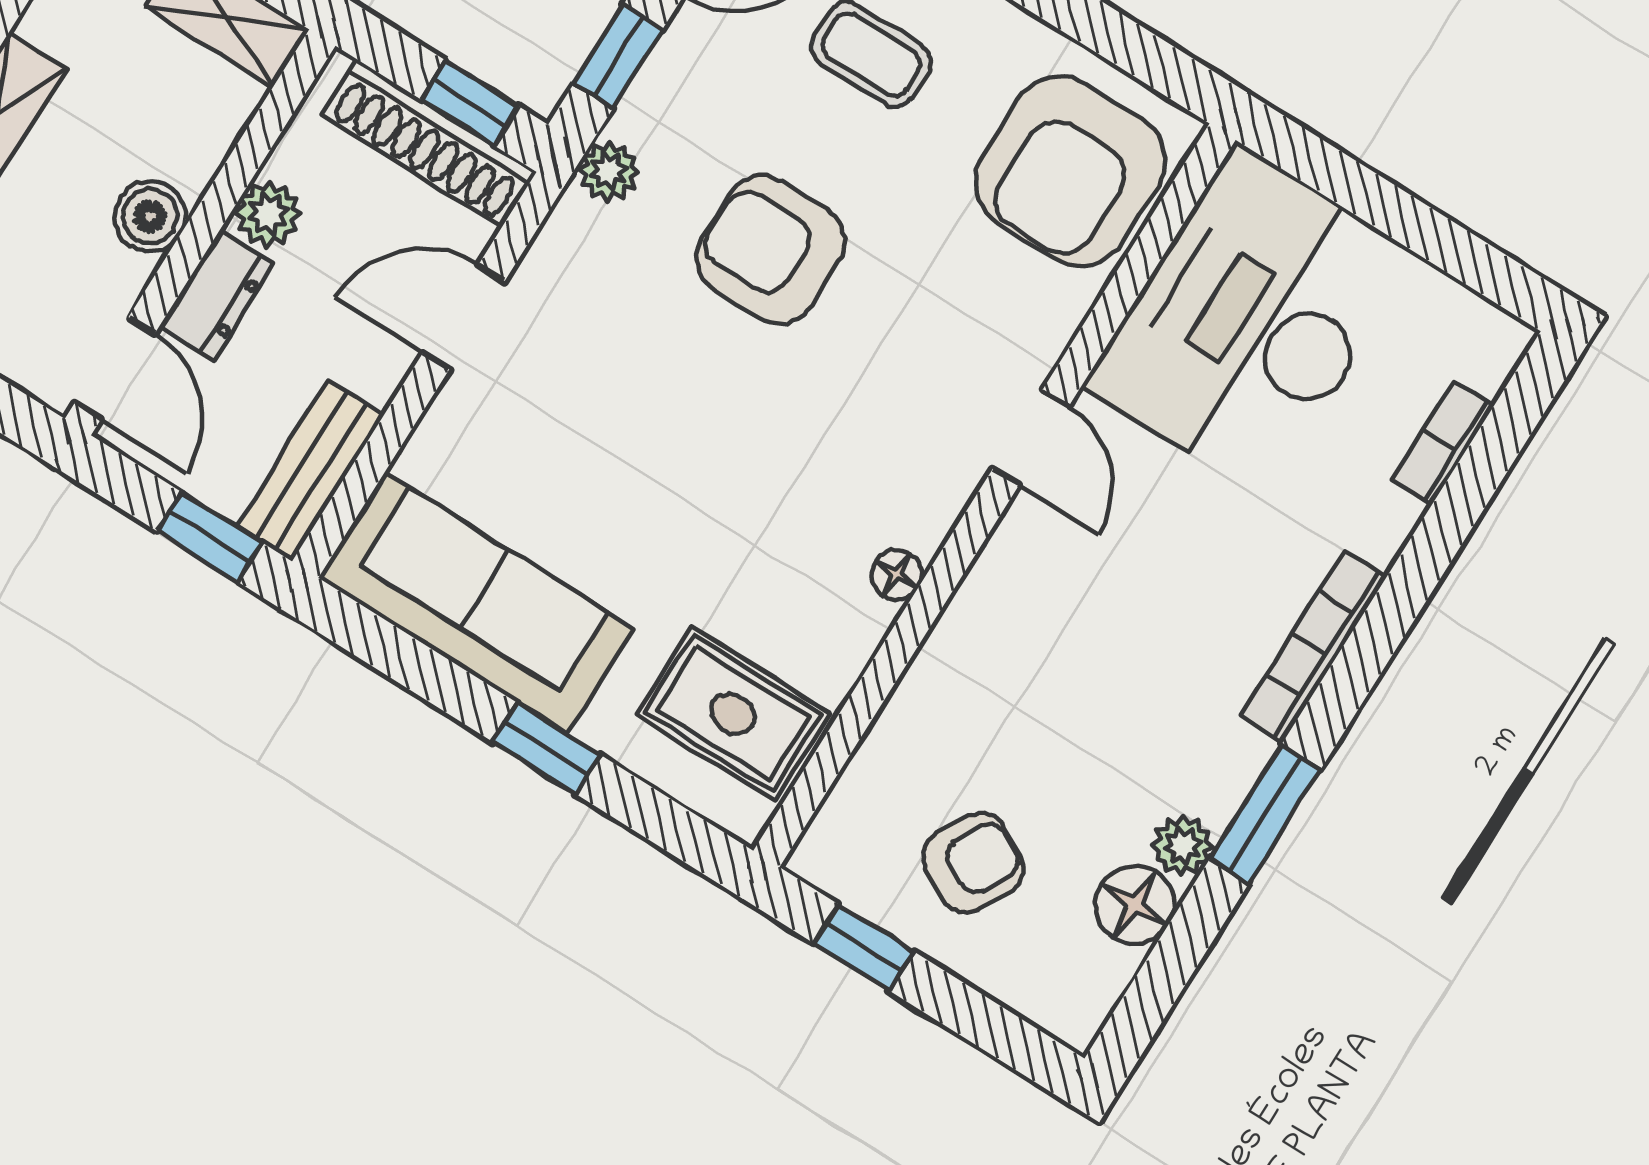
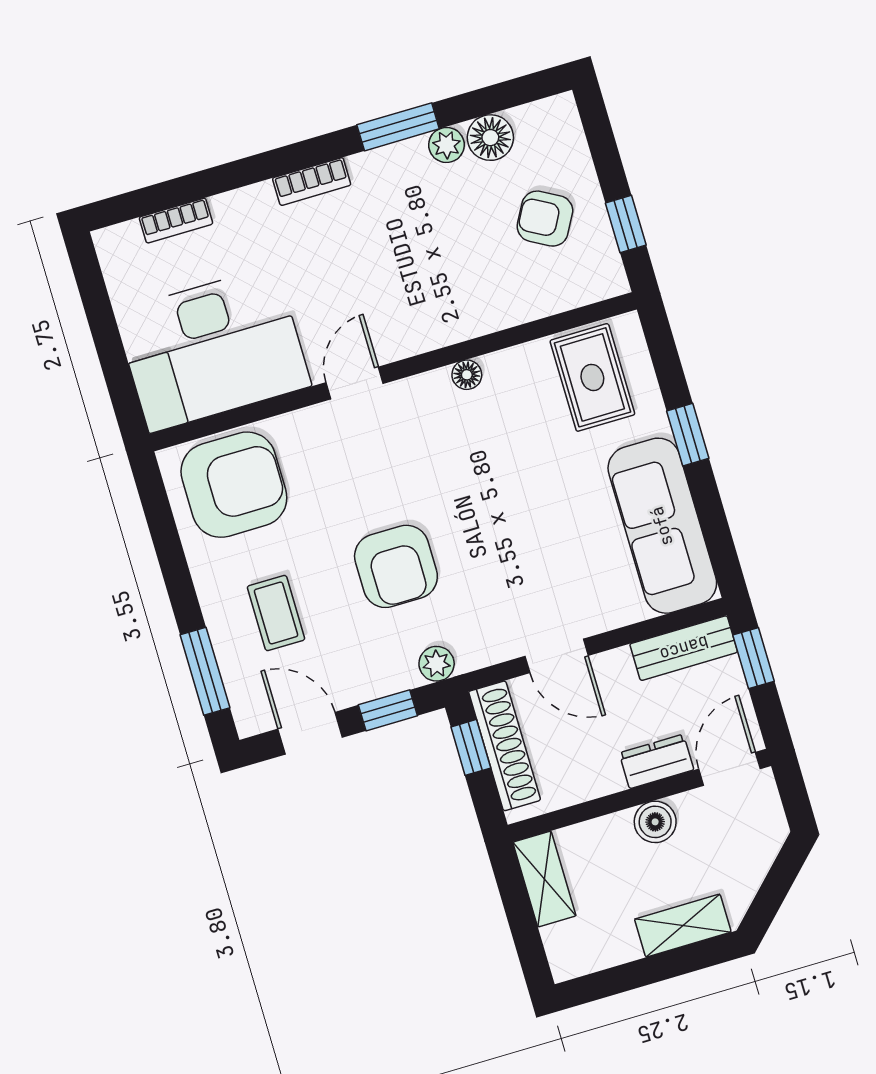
plant: (268, 214) -> (602, 777), removed
bookcase: (1314, 646) -> (312, 182), width x0.64

